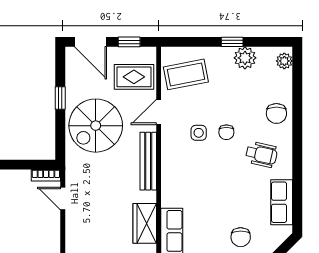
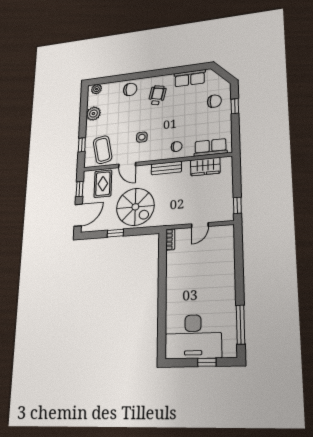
window: (232, 42) -> (82, 145), moved
chair: (226, 132) -> (177, 147), moved
bench: (148, 161) -> (166, 168), width x0.73
door: (63, 198) -> (200, 225), moved

